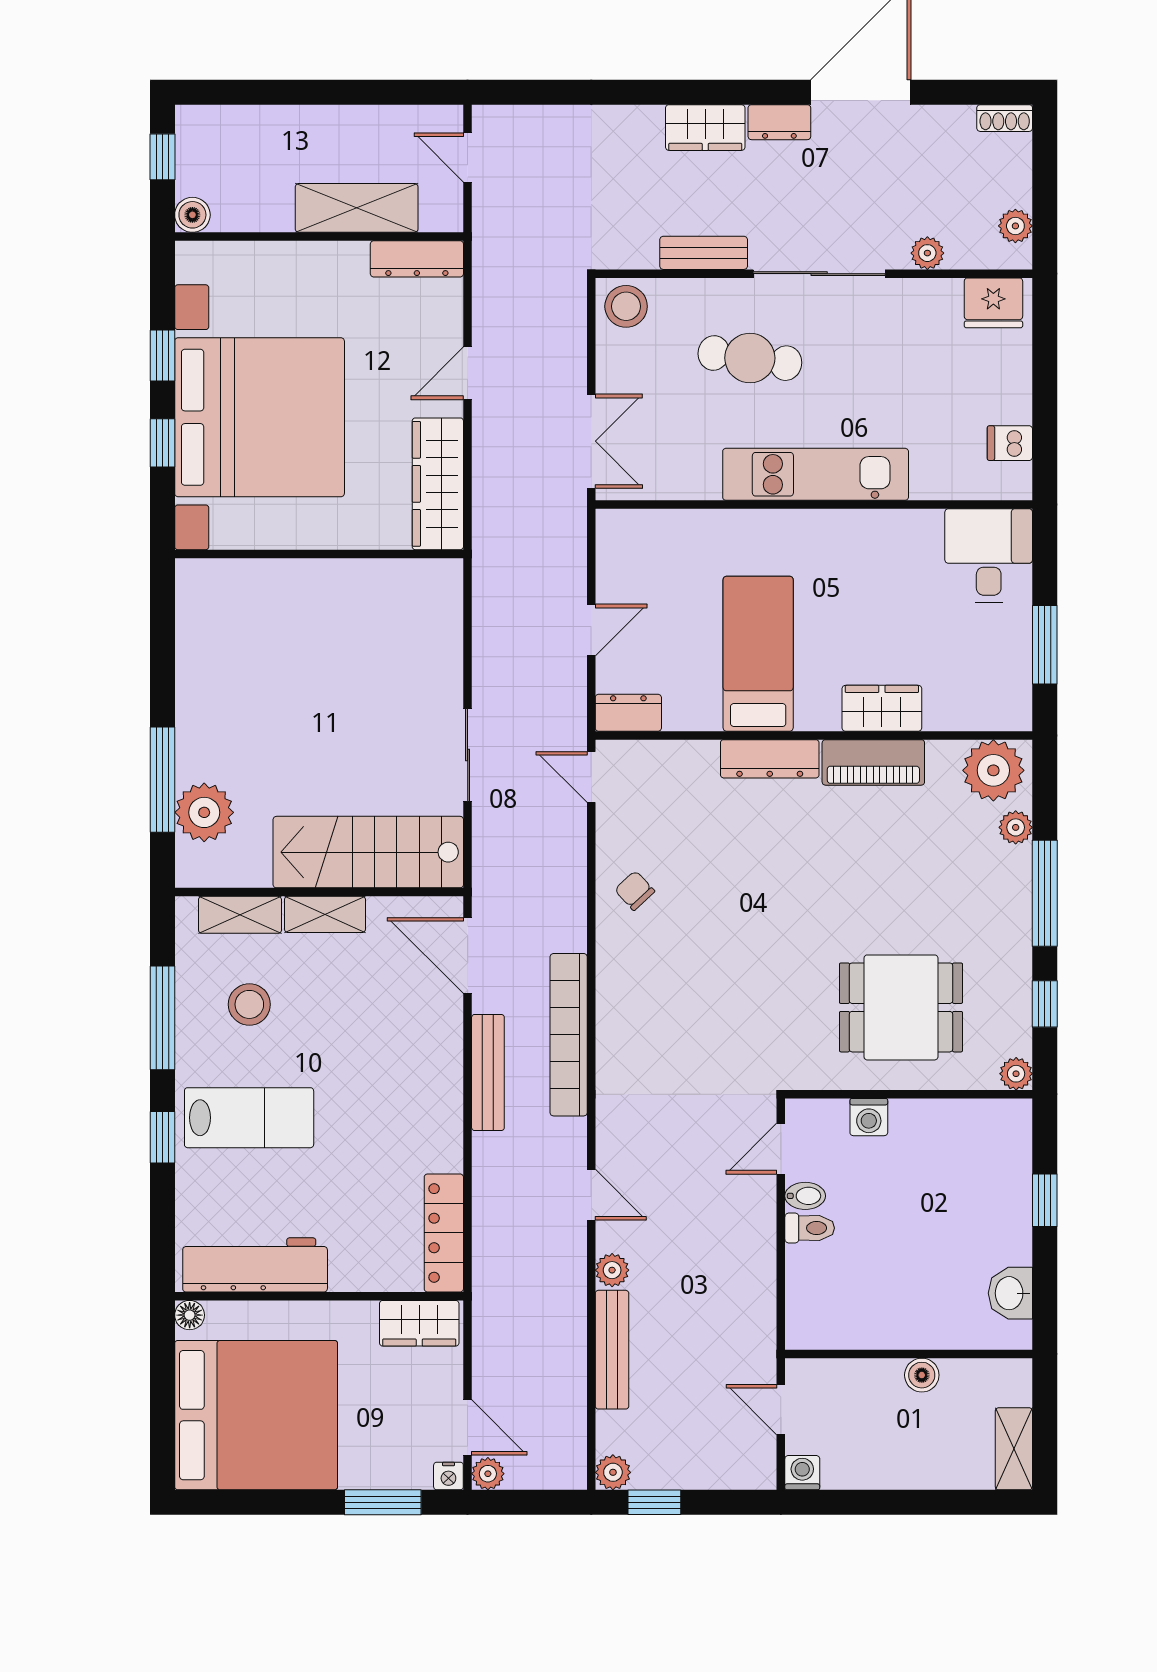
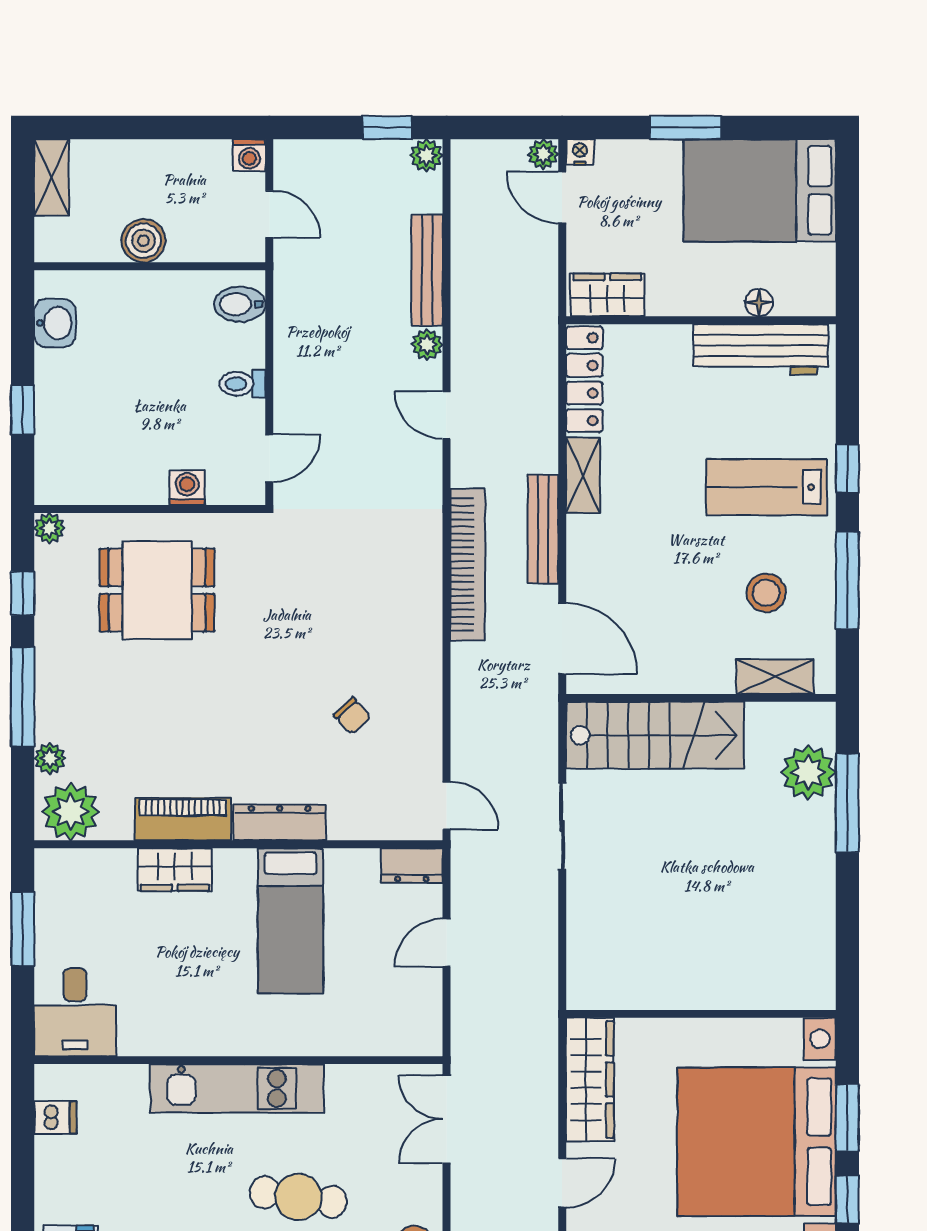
window: (162, 443) -> (847, 1118), width x1.50
chair: (635, 891) -> (352, 716), moved
shelving: (325, 914) -> (583, 475), moved, turned 90
bidet: (805, 1196) -> (240, 304), moved, width x1.38, depth x1.36
floor lamp: (190, 1315) -> (759, 303), moved
boiler: (922, 1375) -> (143, 241), width x1.36, depth x1.36
bed: (256, 1415) -> (760, 190), width x0.73
window: (383, 1502) -> (685, 128), moved

